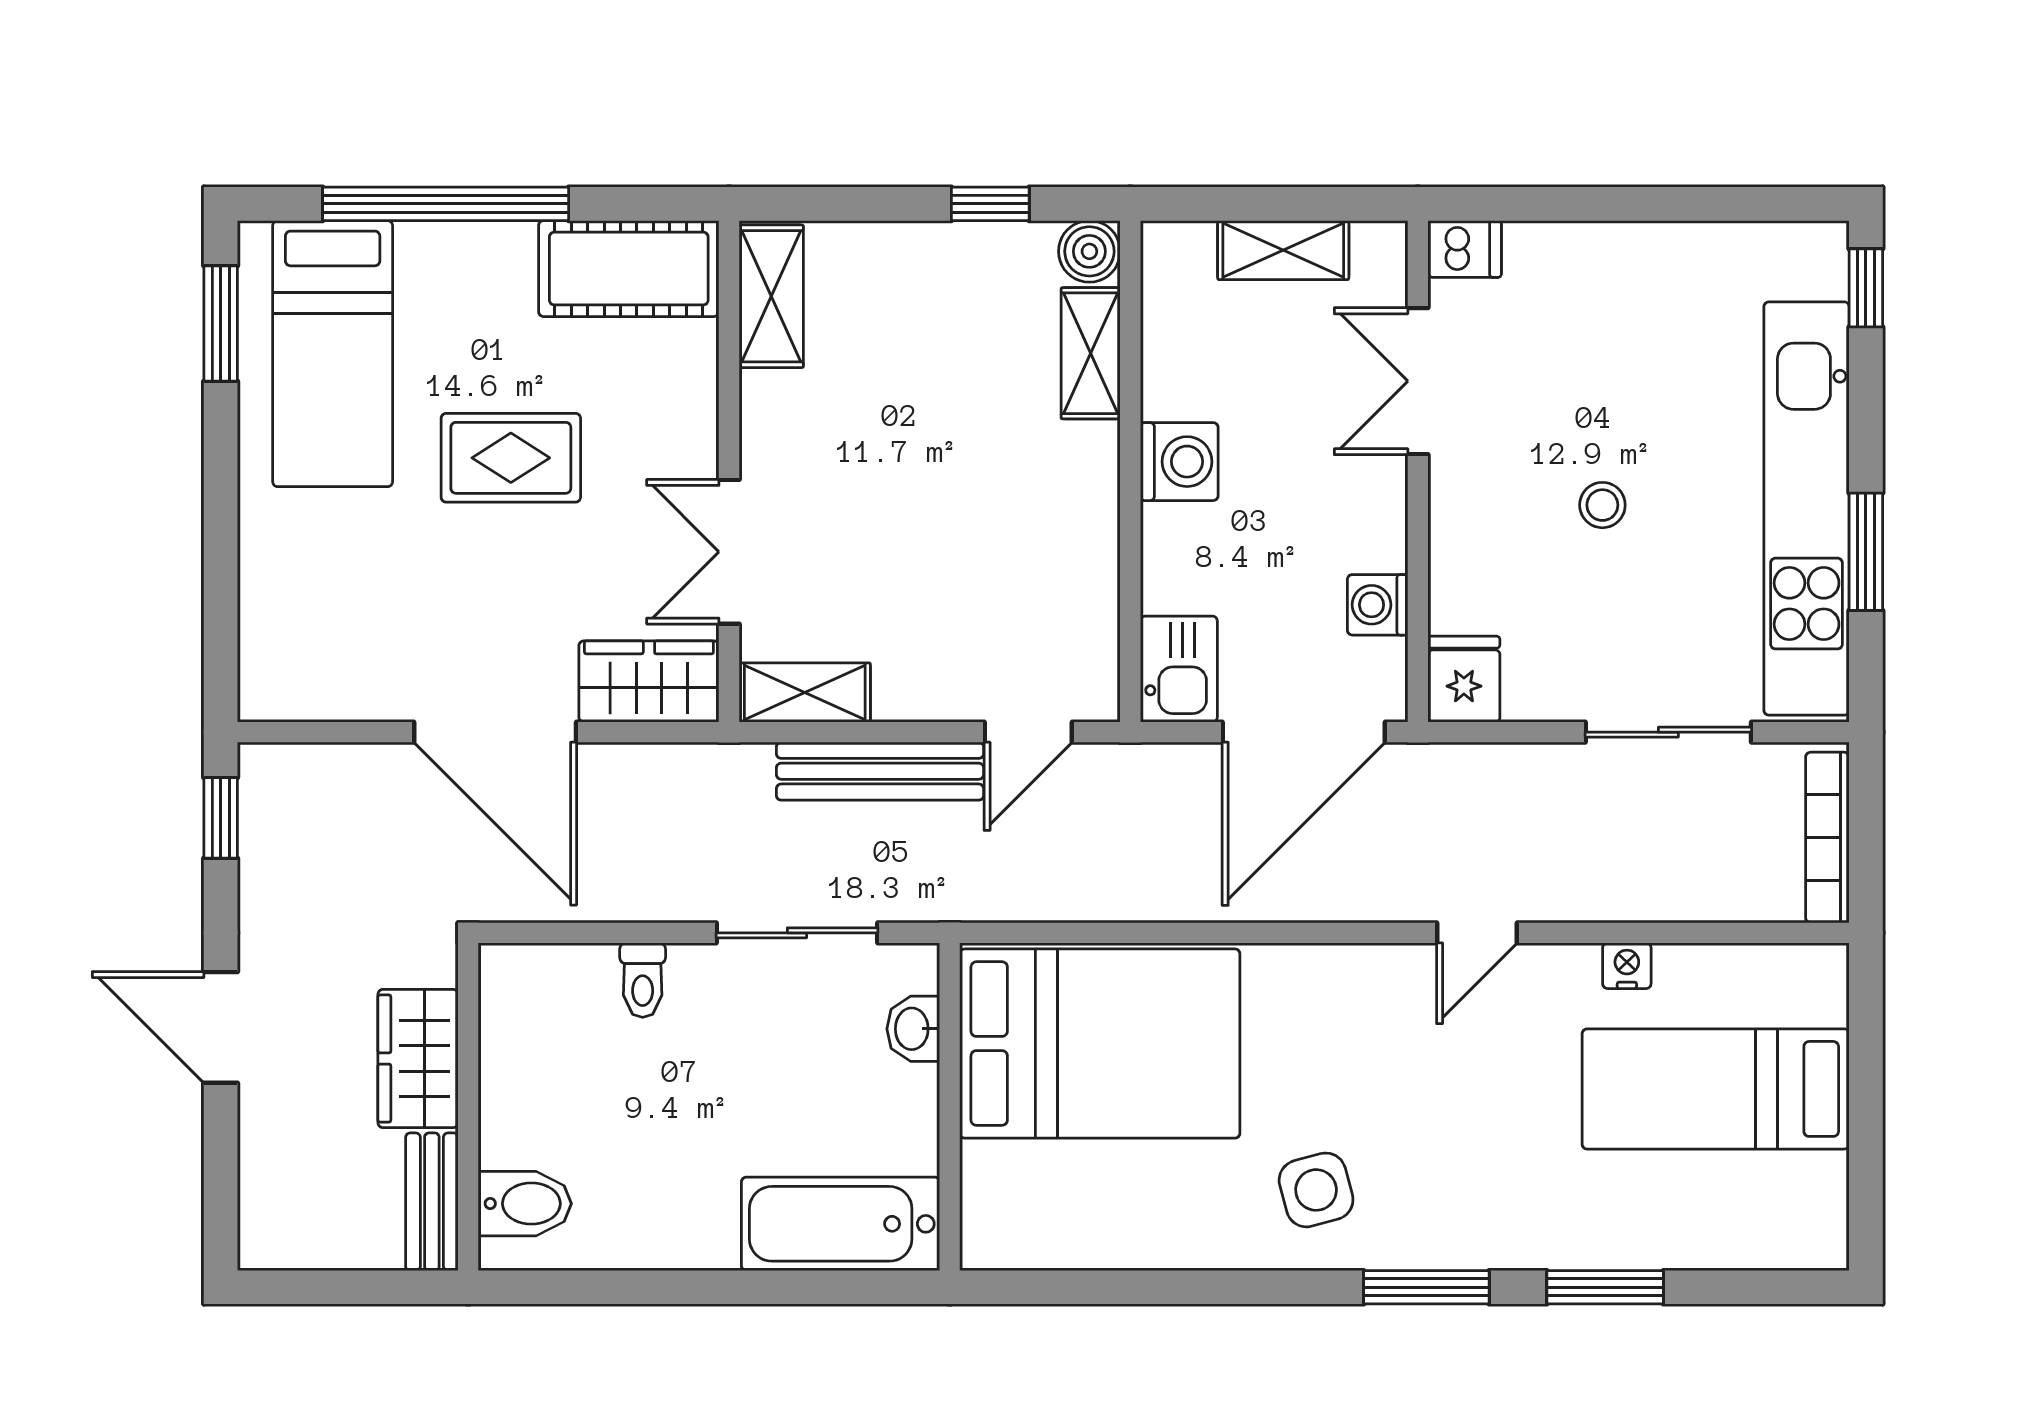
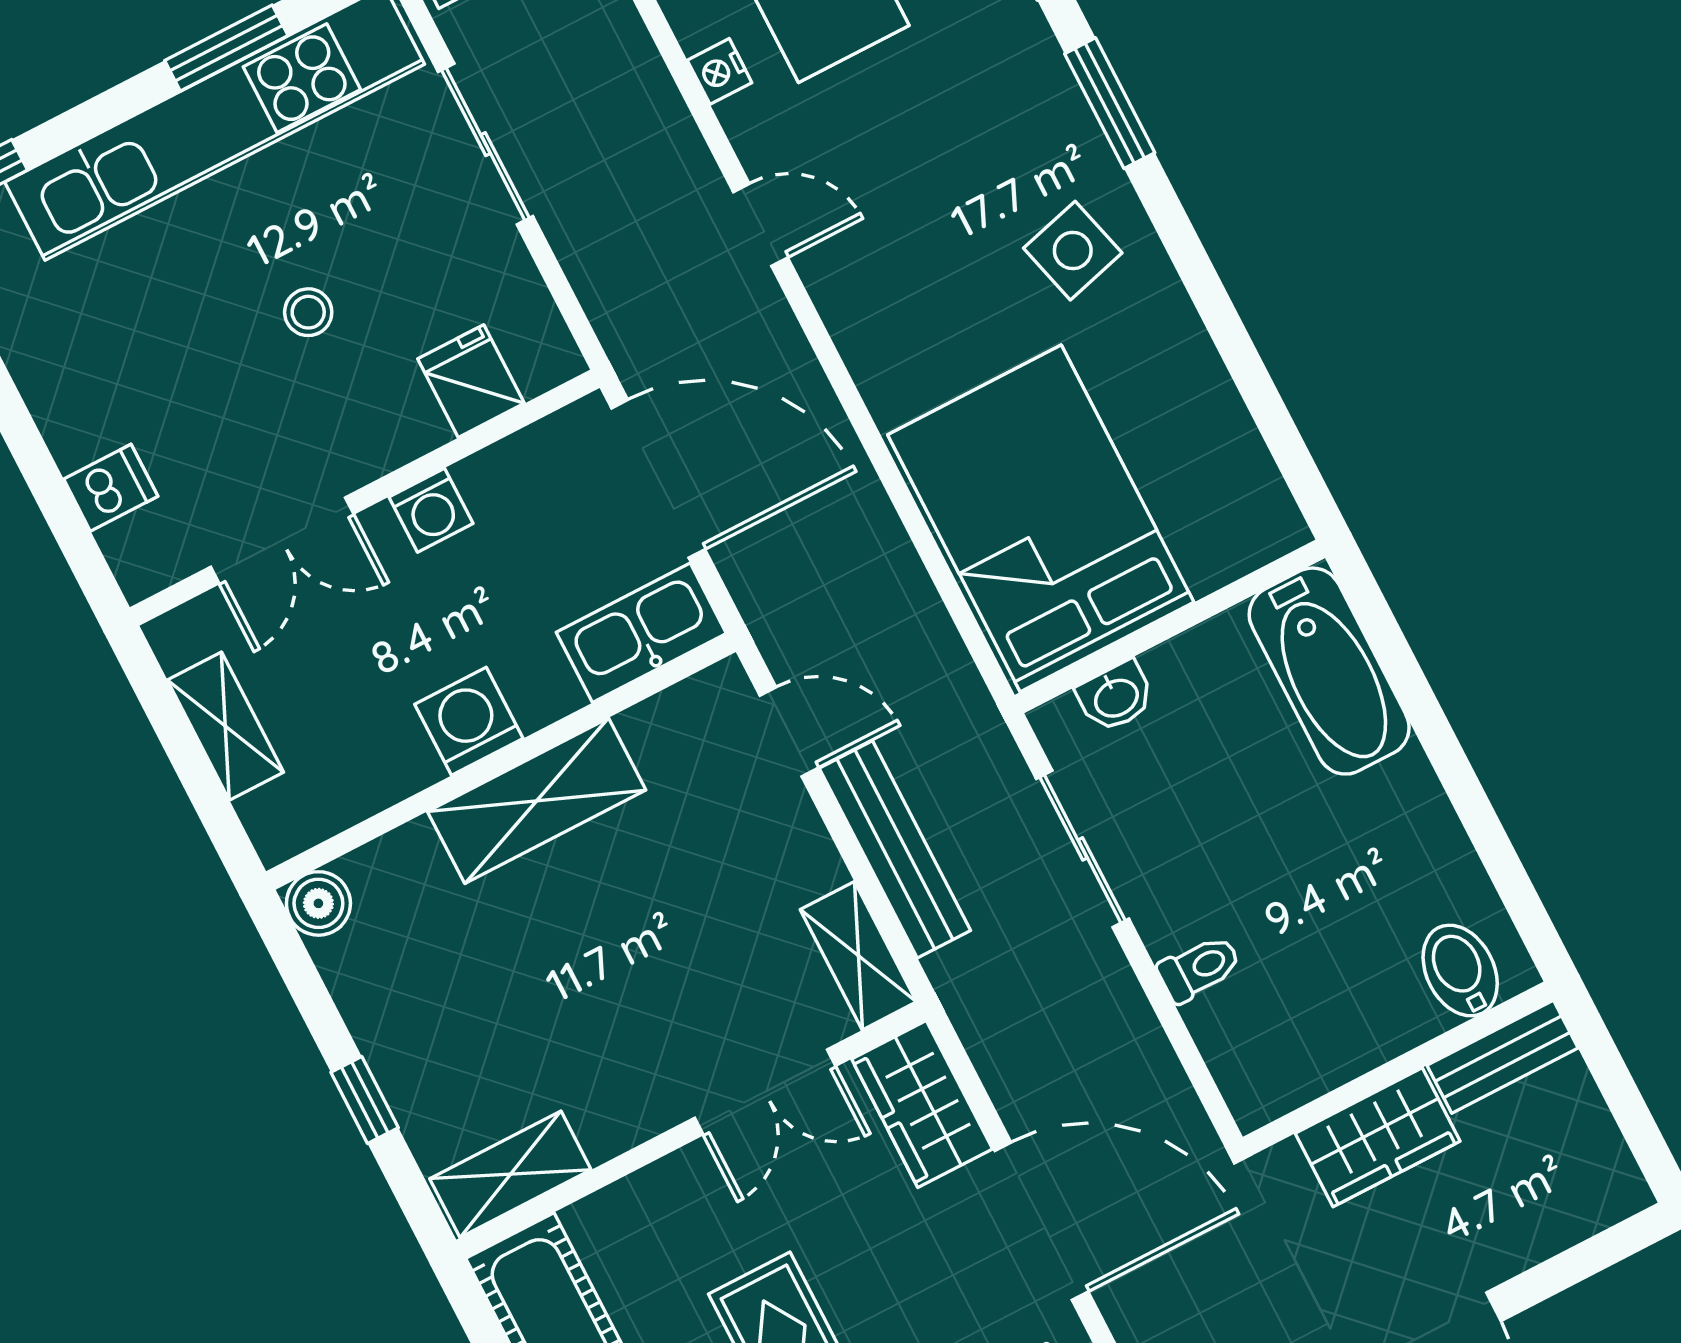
window: (990, 204) -> (365, 1100), moved
dishwasher: (1465, 249) -> (111, 488), moved, turned 90
shelving: (1091, 353) -> (537, 801), moved, width x1.50, depth x1.33
washing machine: (1378, 605) -> (431, 510), moved
kitchen sink: (1179, 669) -> (641, 633), width x1.38
fridge: (1464, 679) -> (471, 381), moved, turned 90
door: (495, 732) -> (1041, 1221), hinge flipped

